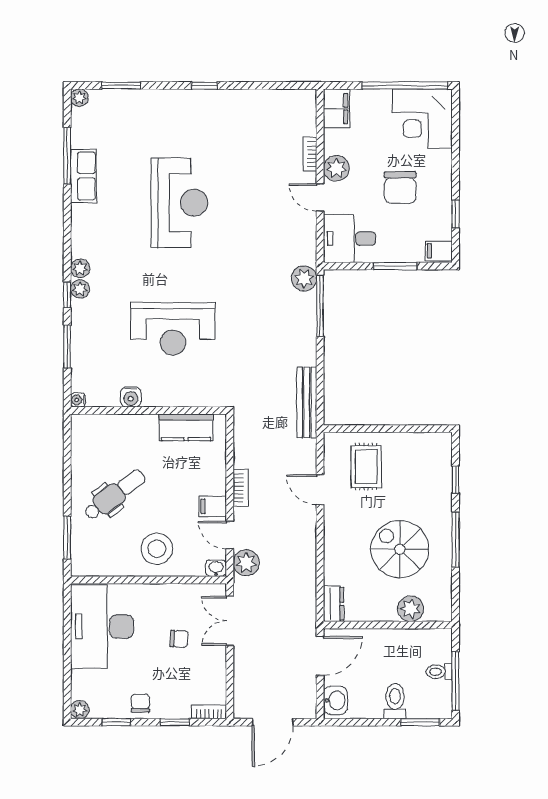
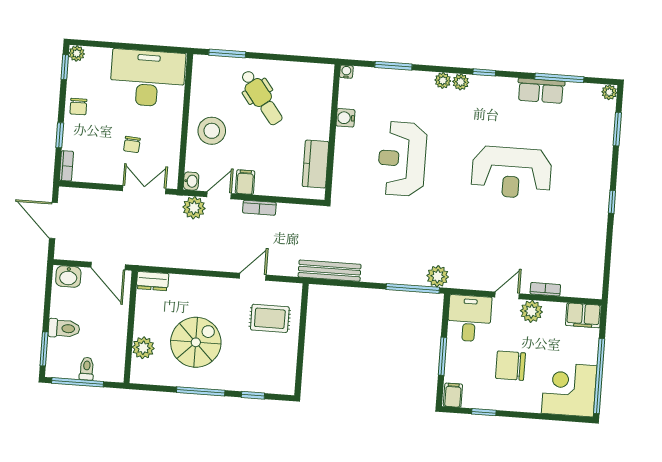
window: (67, 295) -> (484, 72), moved
chair: (140, 703) -> (78, 107), turned 90
window: (116, 722) -> (65, 67), moved

